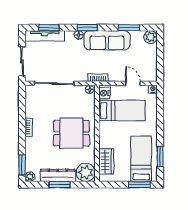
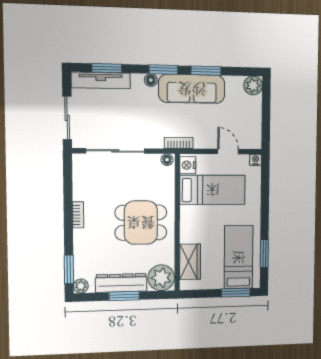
window: (129, 28) -> (206, 71), moved

